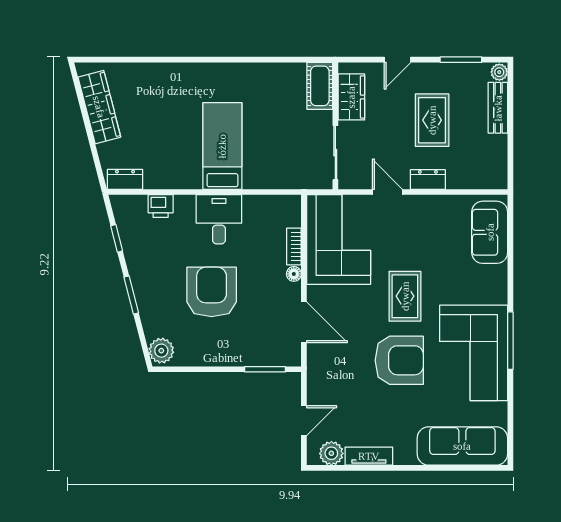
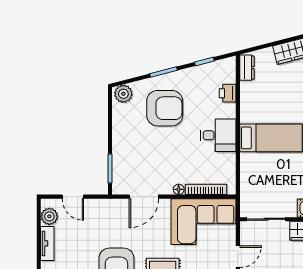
bookcase: (294, 246) -> (206, 189), width x1.56
armchair: (212, 292) -> (165, 108), moved

